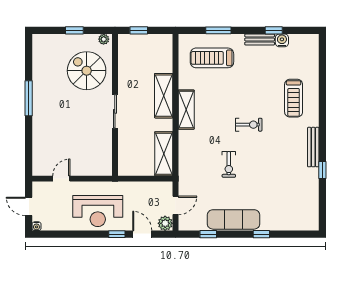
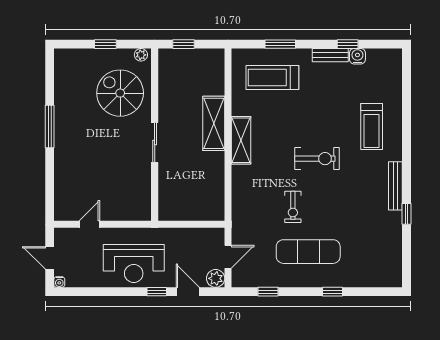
exercise bike: (249, 125) -> (317, 159), width x1.38, depth x1.39
shelving: (164, 154) -> (214, 194), removed
exercise mat: (234, 219) -> (308, 252), moved

